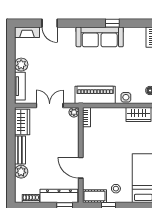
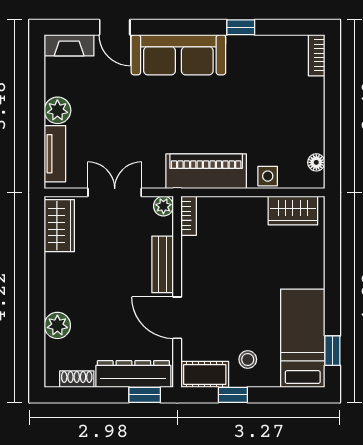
sofa: (100, 37) -> (178, 55), moved
bench: (20, 150) -> (163, 264), moved

